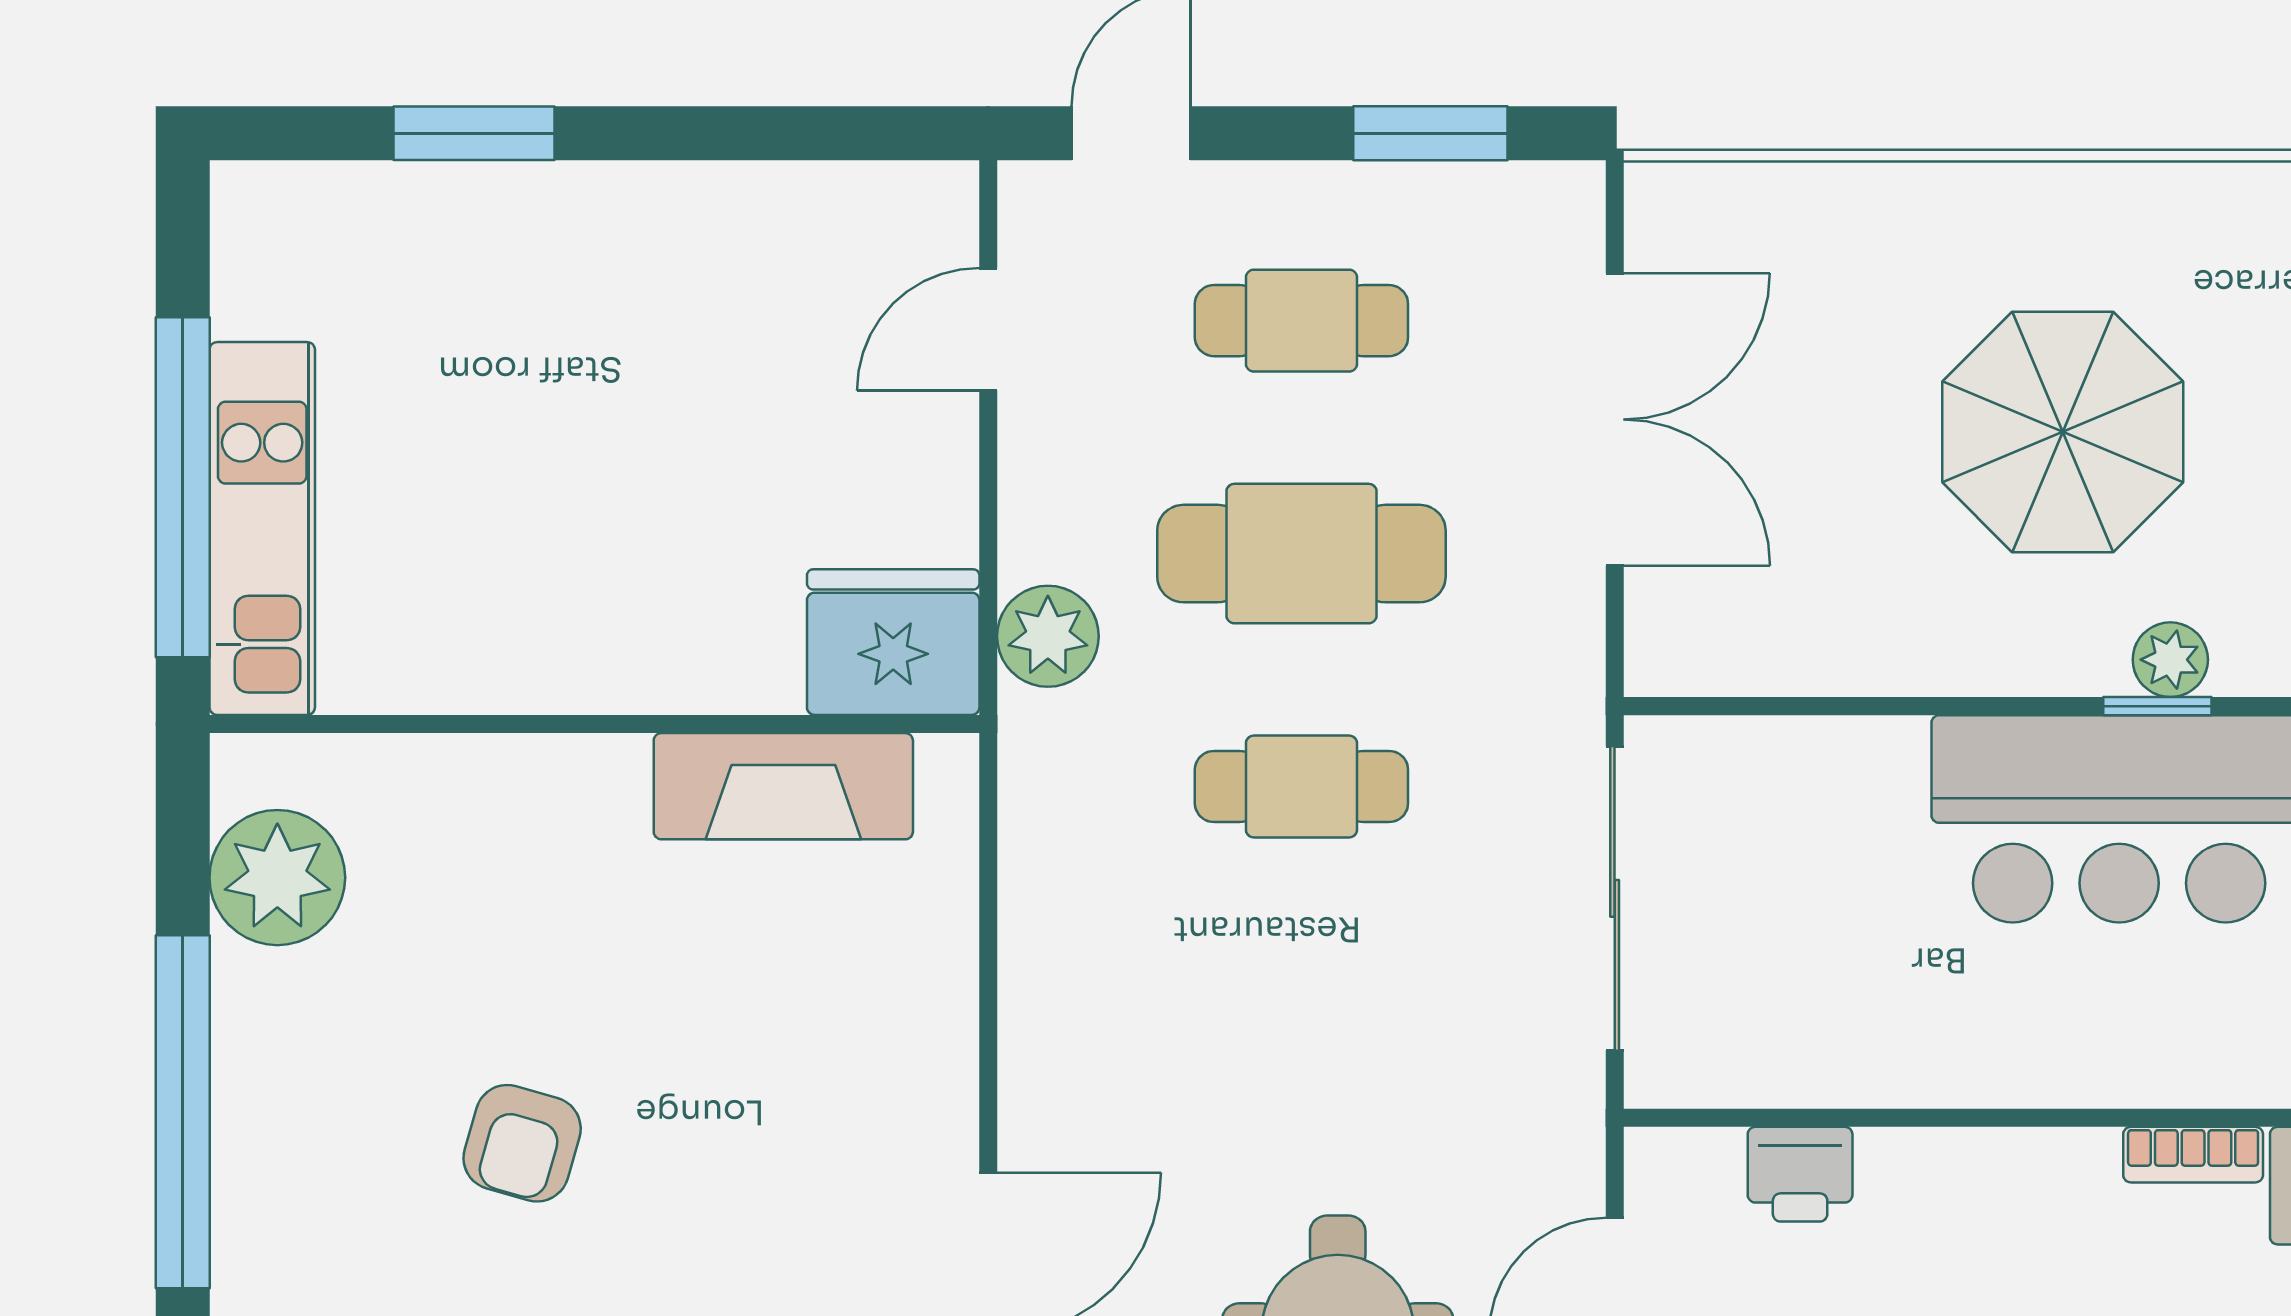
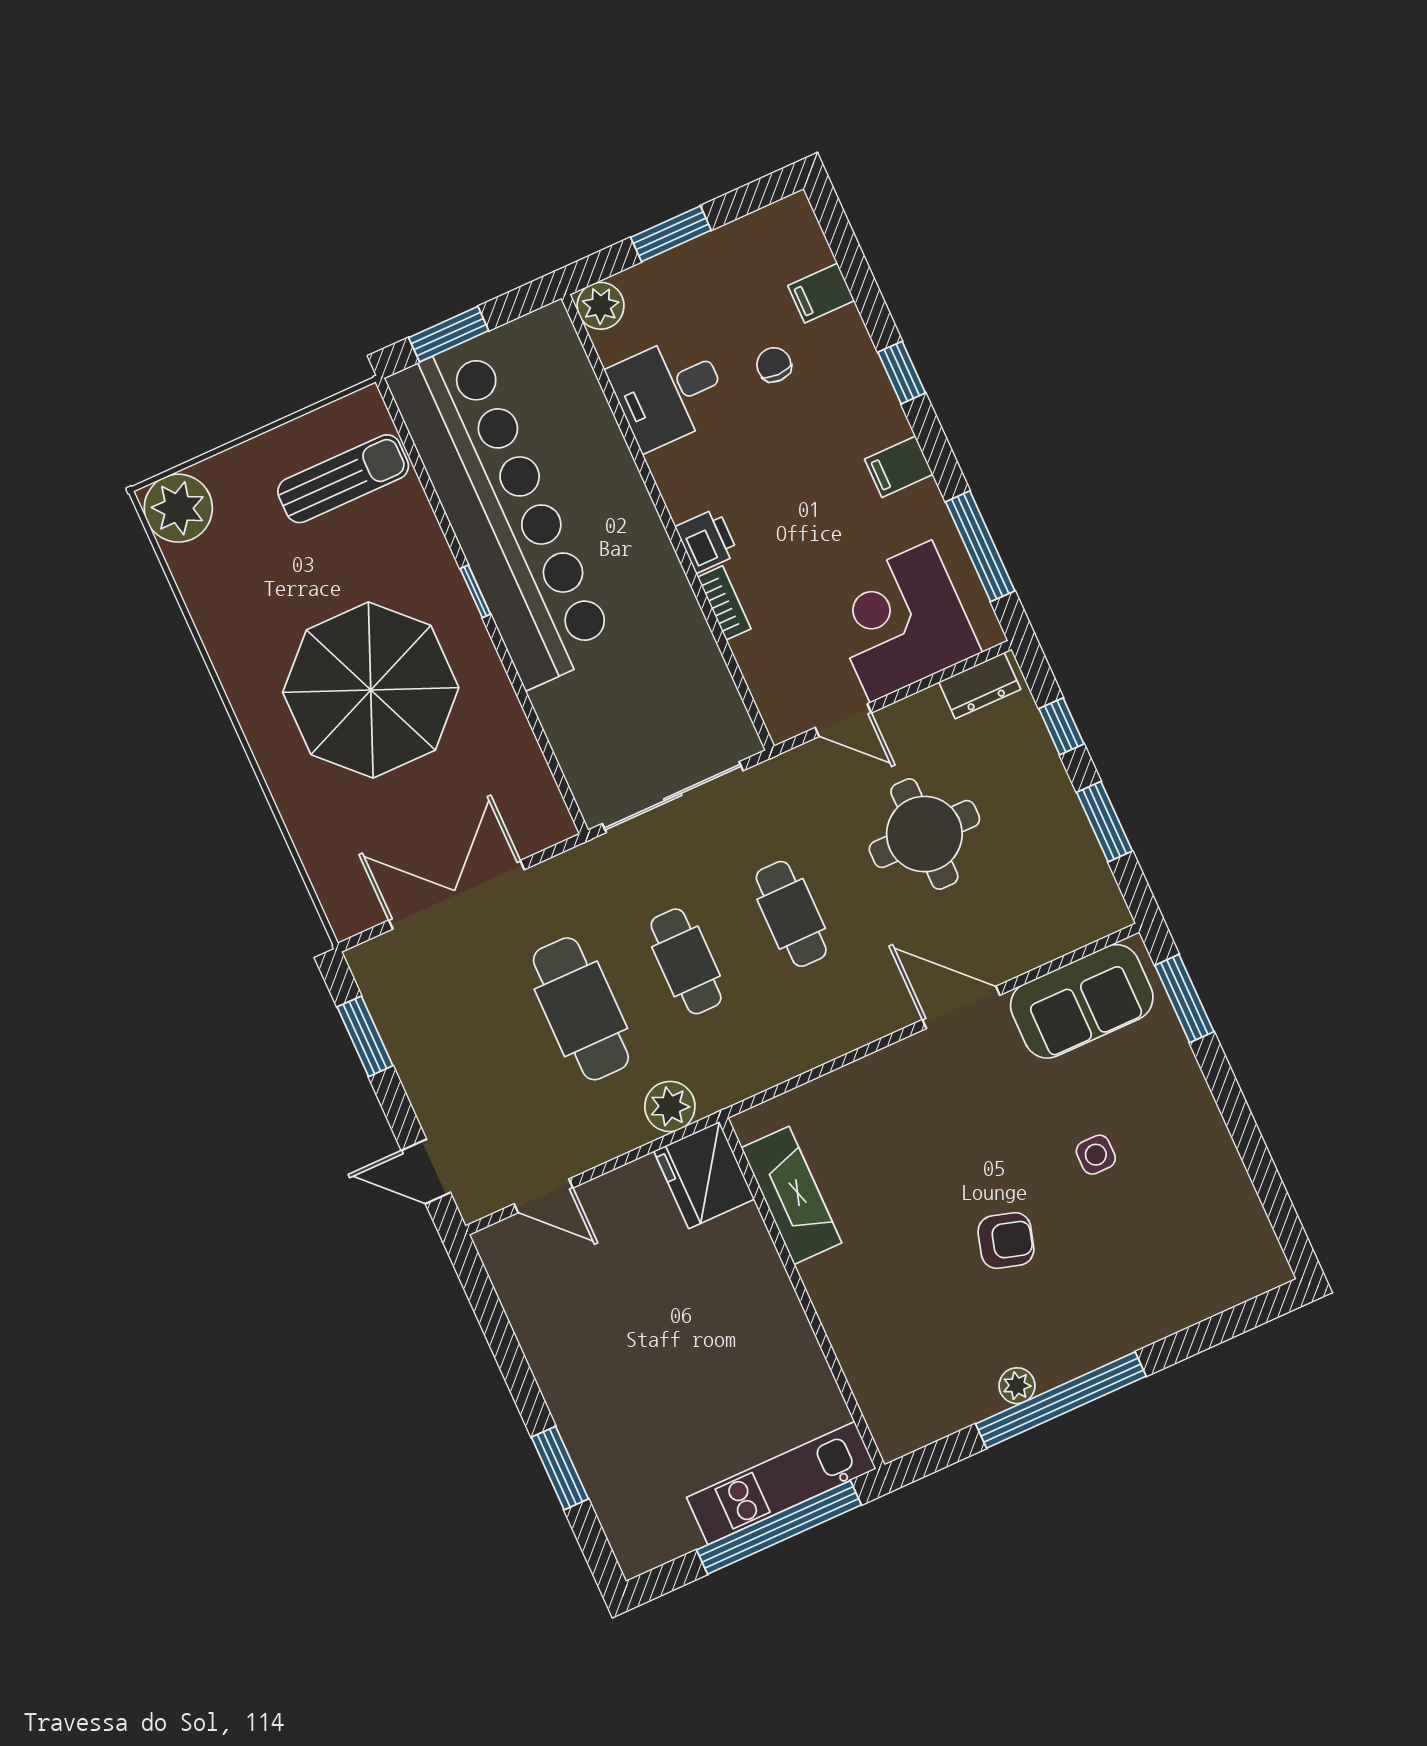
cafe table: (1301, 321) -> (791, 914), moved
parasol: (2063, 432) -> (371, 690), width x1.36, depth x1.36
plant: (2170, 660) -> (452, 595), removed
plant: (277, 878) -> (1017, 1386), moved, width x0.53, depth x0.53
bookcase: (2193, 1155) -> (724, 603), moved
printer: (1800, 1174) -> (707, 541), moved

